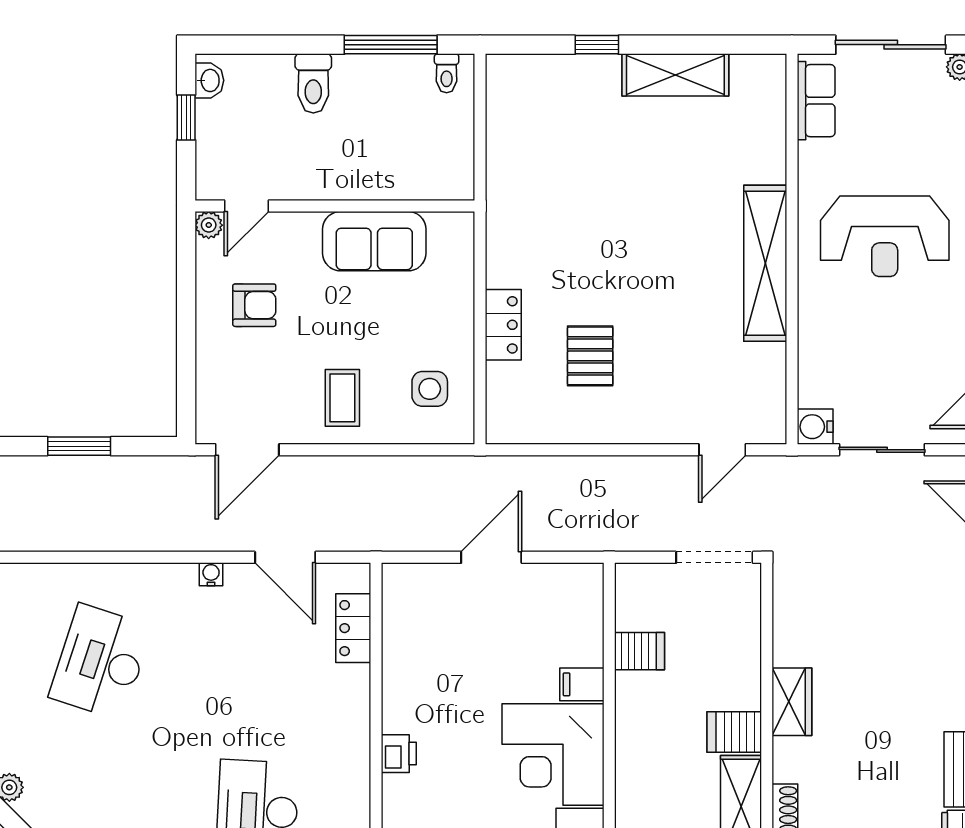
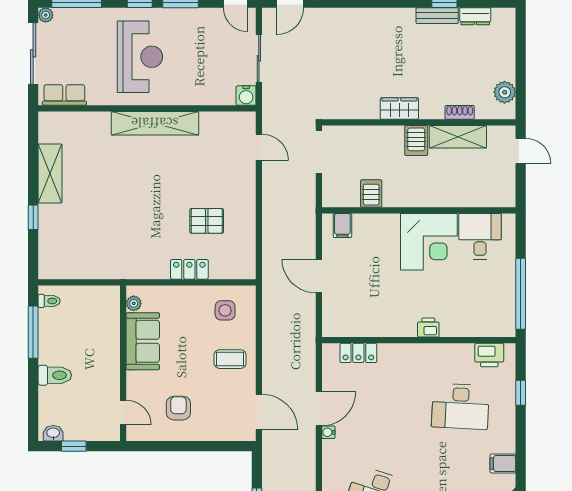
plant: (209, 225) -> (134, 303), moved
door: (285, 557) -> (319, 409), moved
filing cabinet: (582, 684) -> (342, 226), moved

